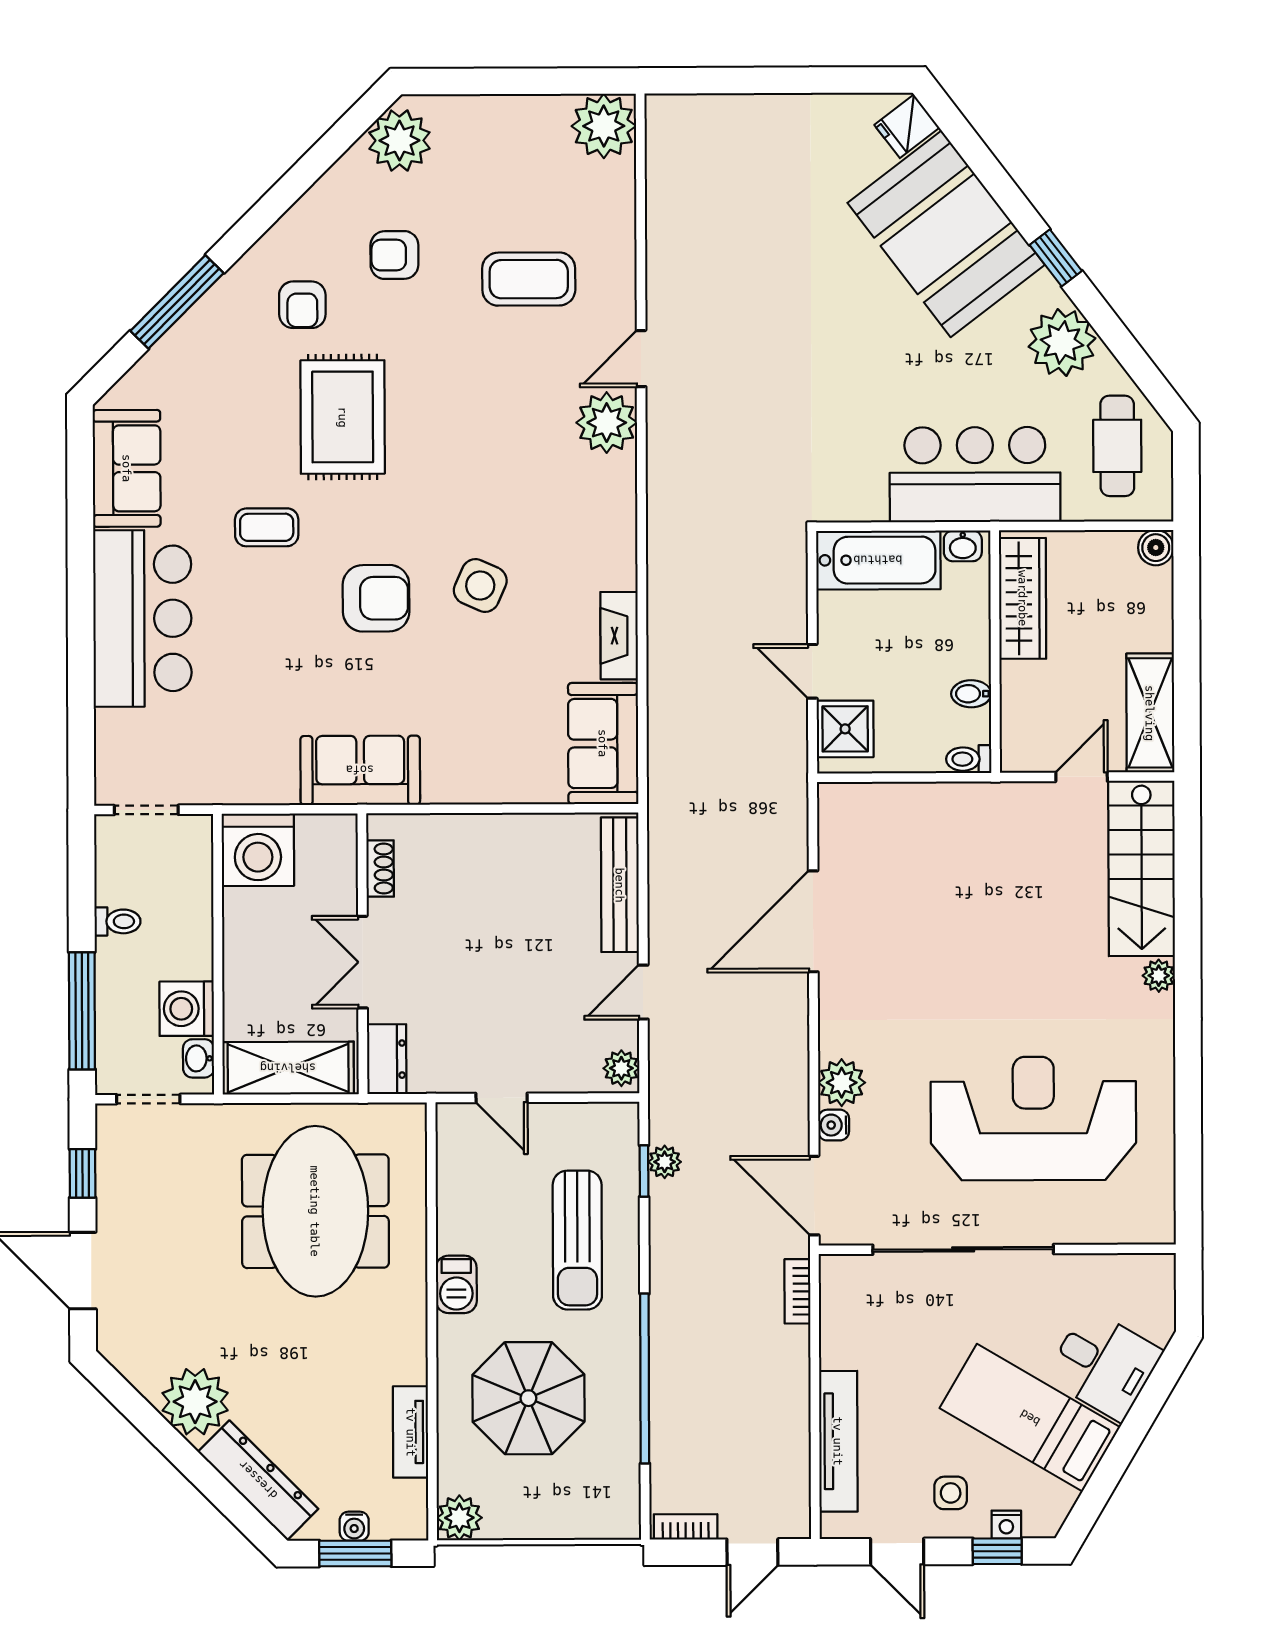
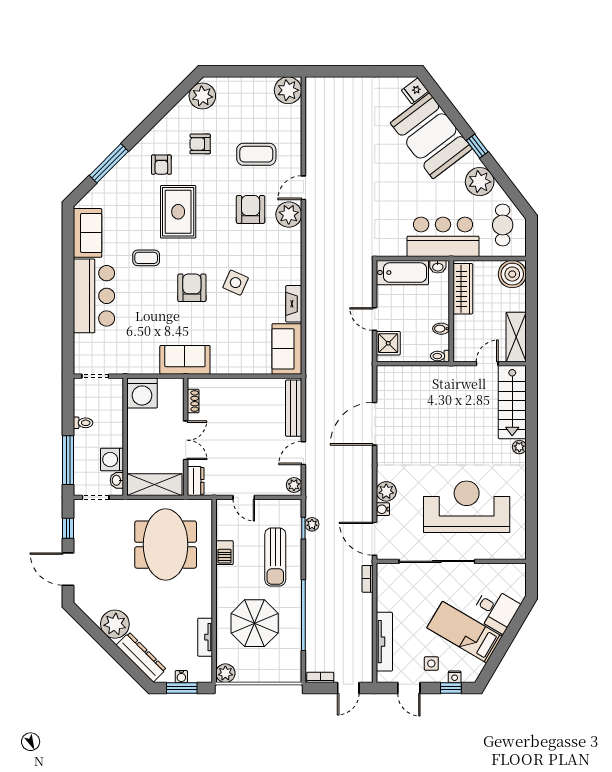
armchair: (515, 411) -> (251, 209), added
boiler: (1156, 548) -> (512, 274), width x1.86, depth x1.86
armchair: (376, 598) -> (192, 288), turned -90
double door: (363, 962) -> (186, 440), swing flipped
barbecue: (456, 1284) -> (225, 553), moved

